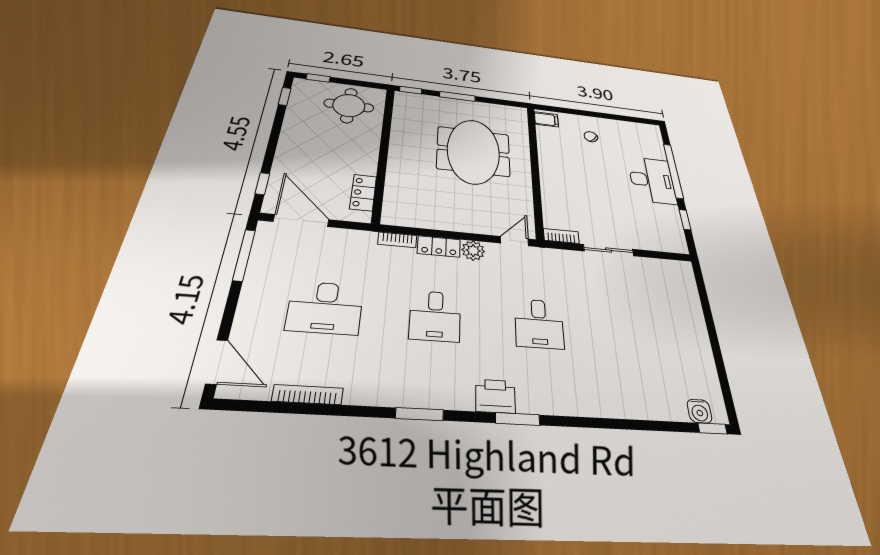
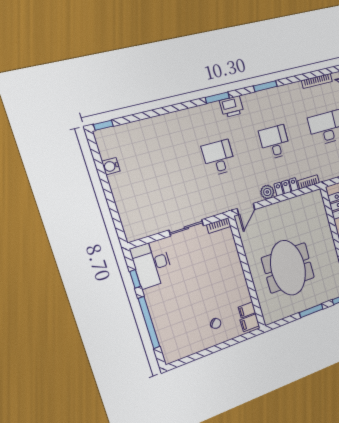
filing cabinet: (546, 133) -> (247, 310), added
desk: (652, 180) -> (152, 264), moved
water cooler: (699, 411) -> (111, 166), moved, turned -90

